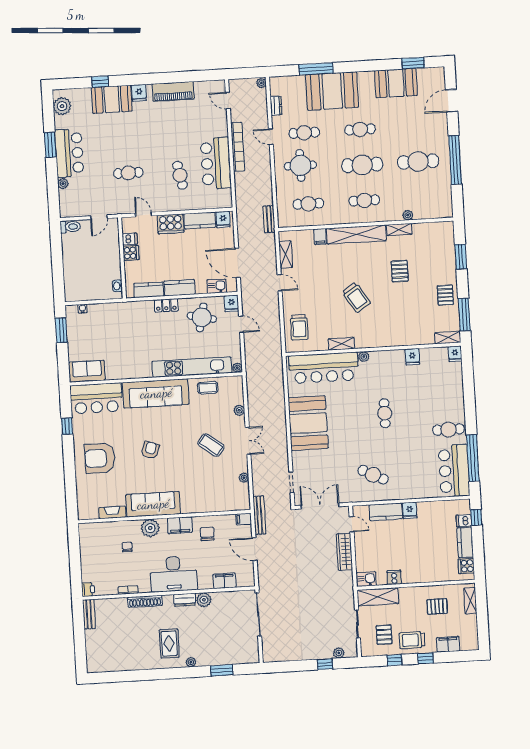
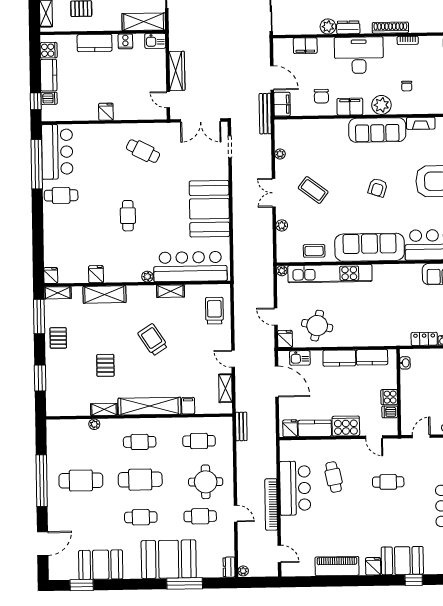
dresser: (276, 106) -> (229, 567), moved
locker: (166, 305) -> (424, 339), moved
shelving: (404, 338) -> (104, 295), added
kitchen counter: (386, 512) -> (95, 43), moved, turned 180
filing cabinet: (244, 519) -> (282, 104), width x2.00

